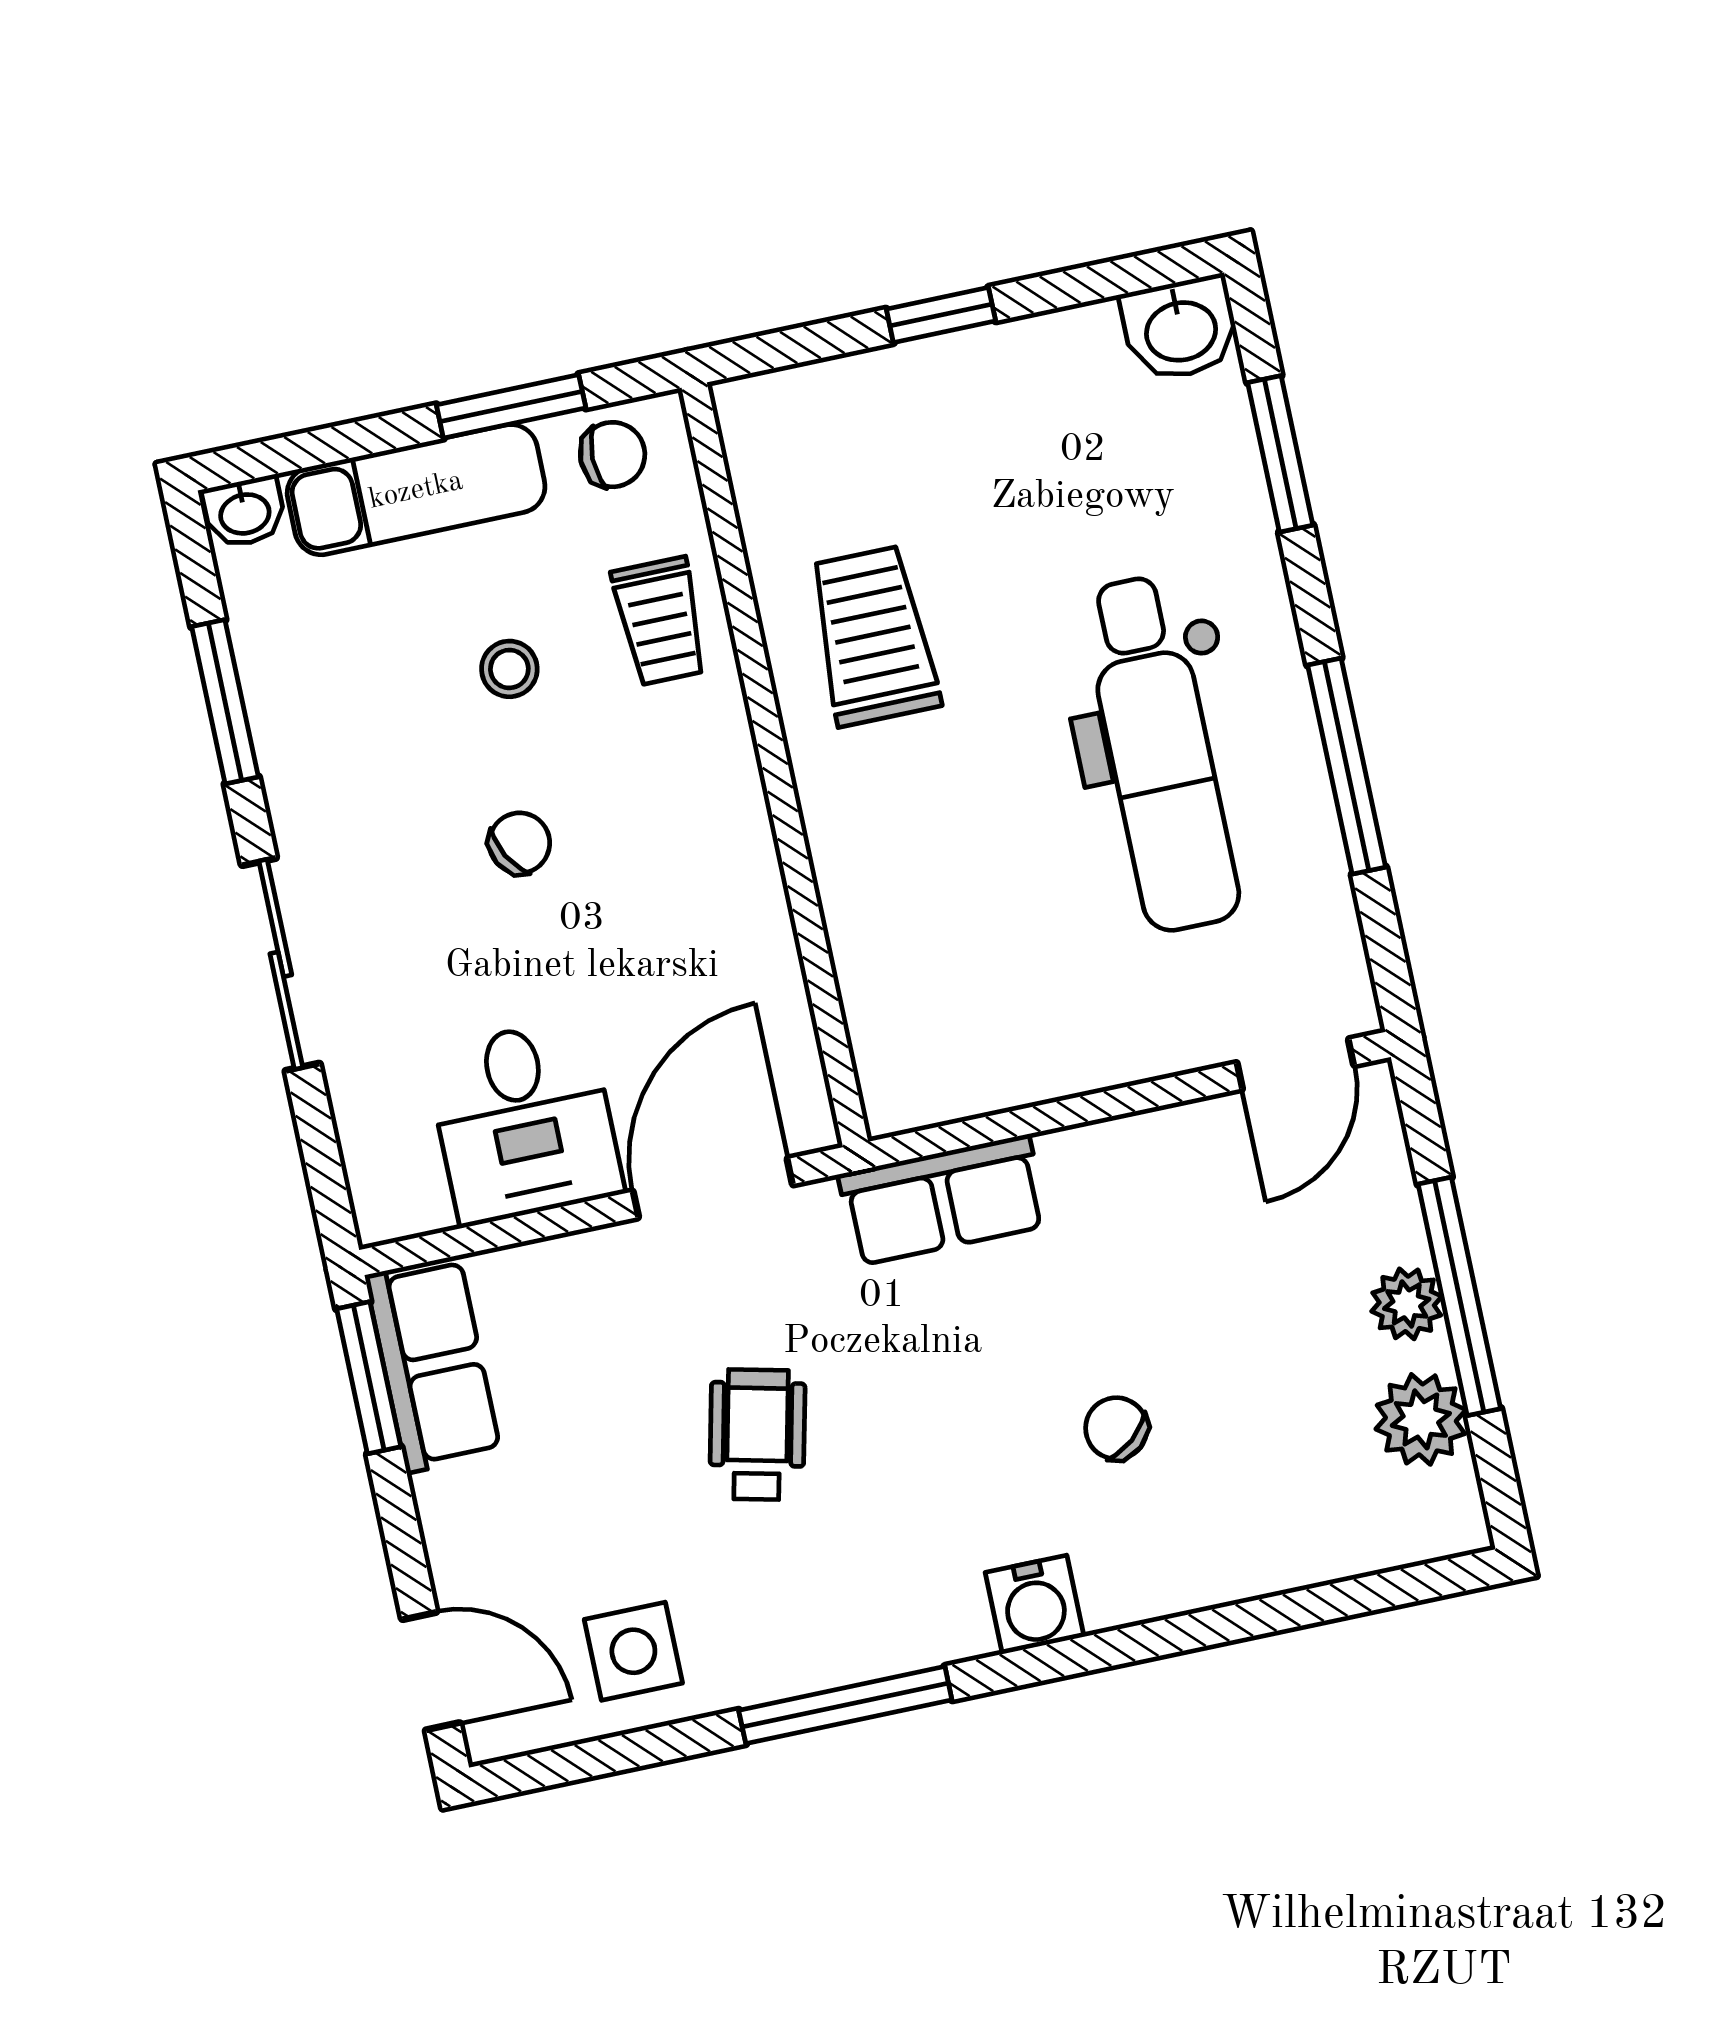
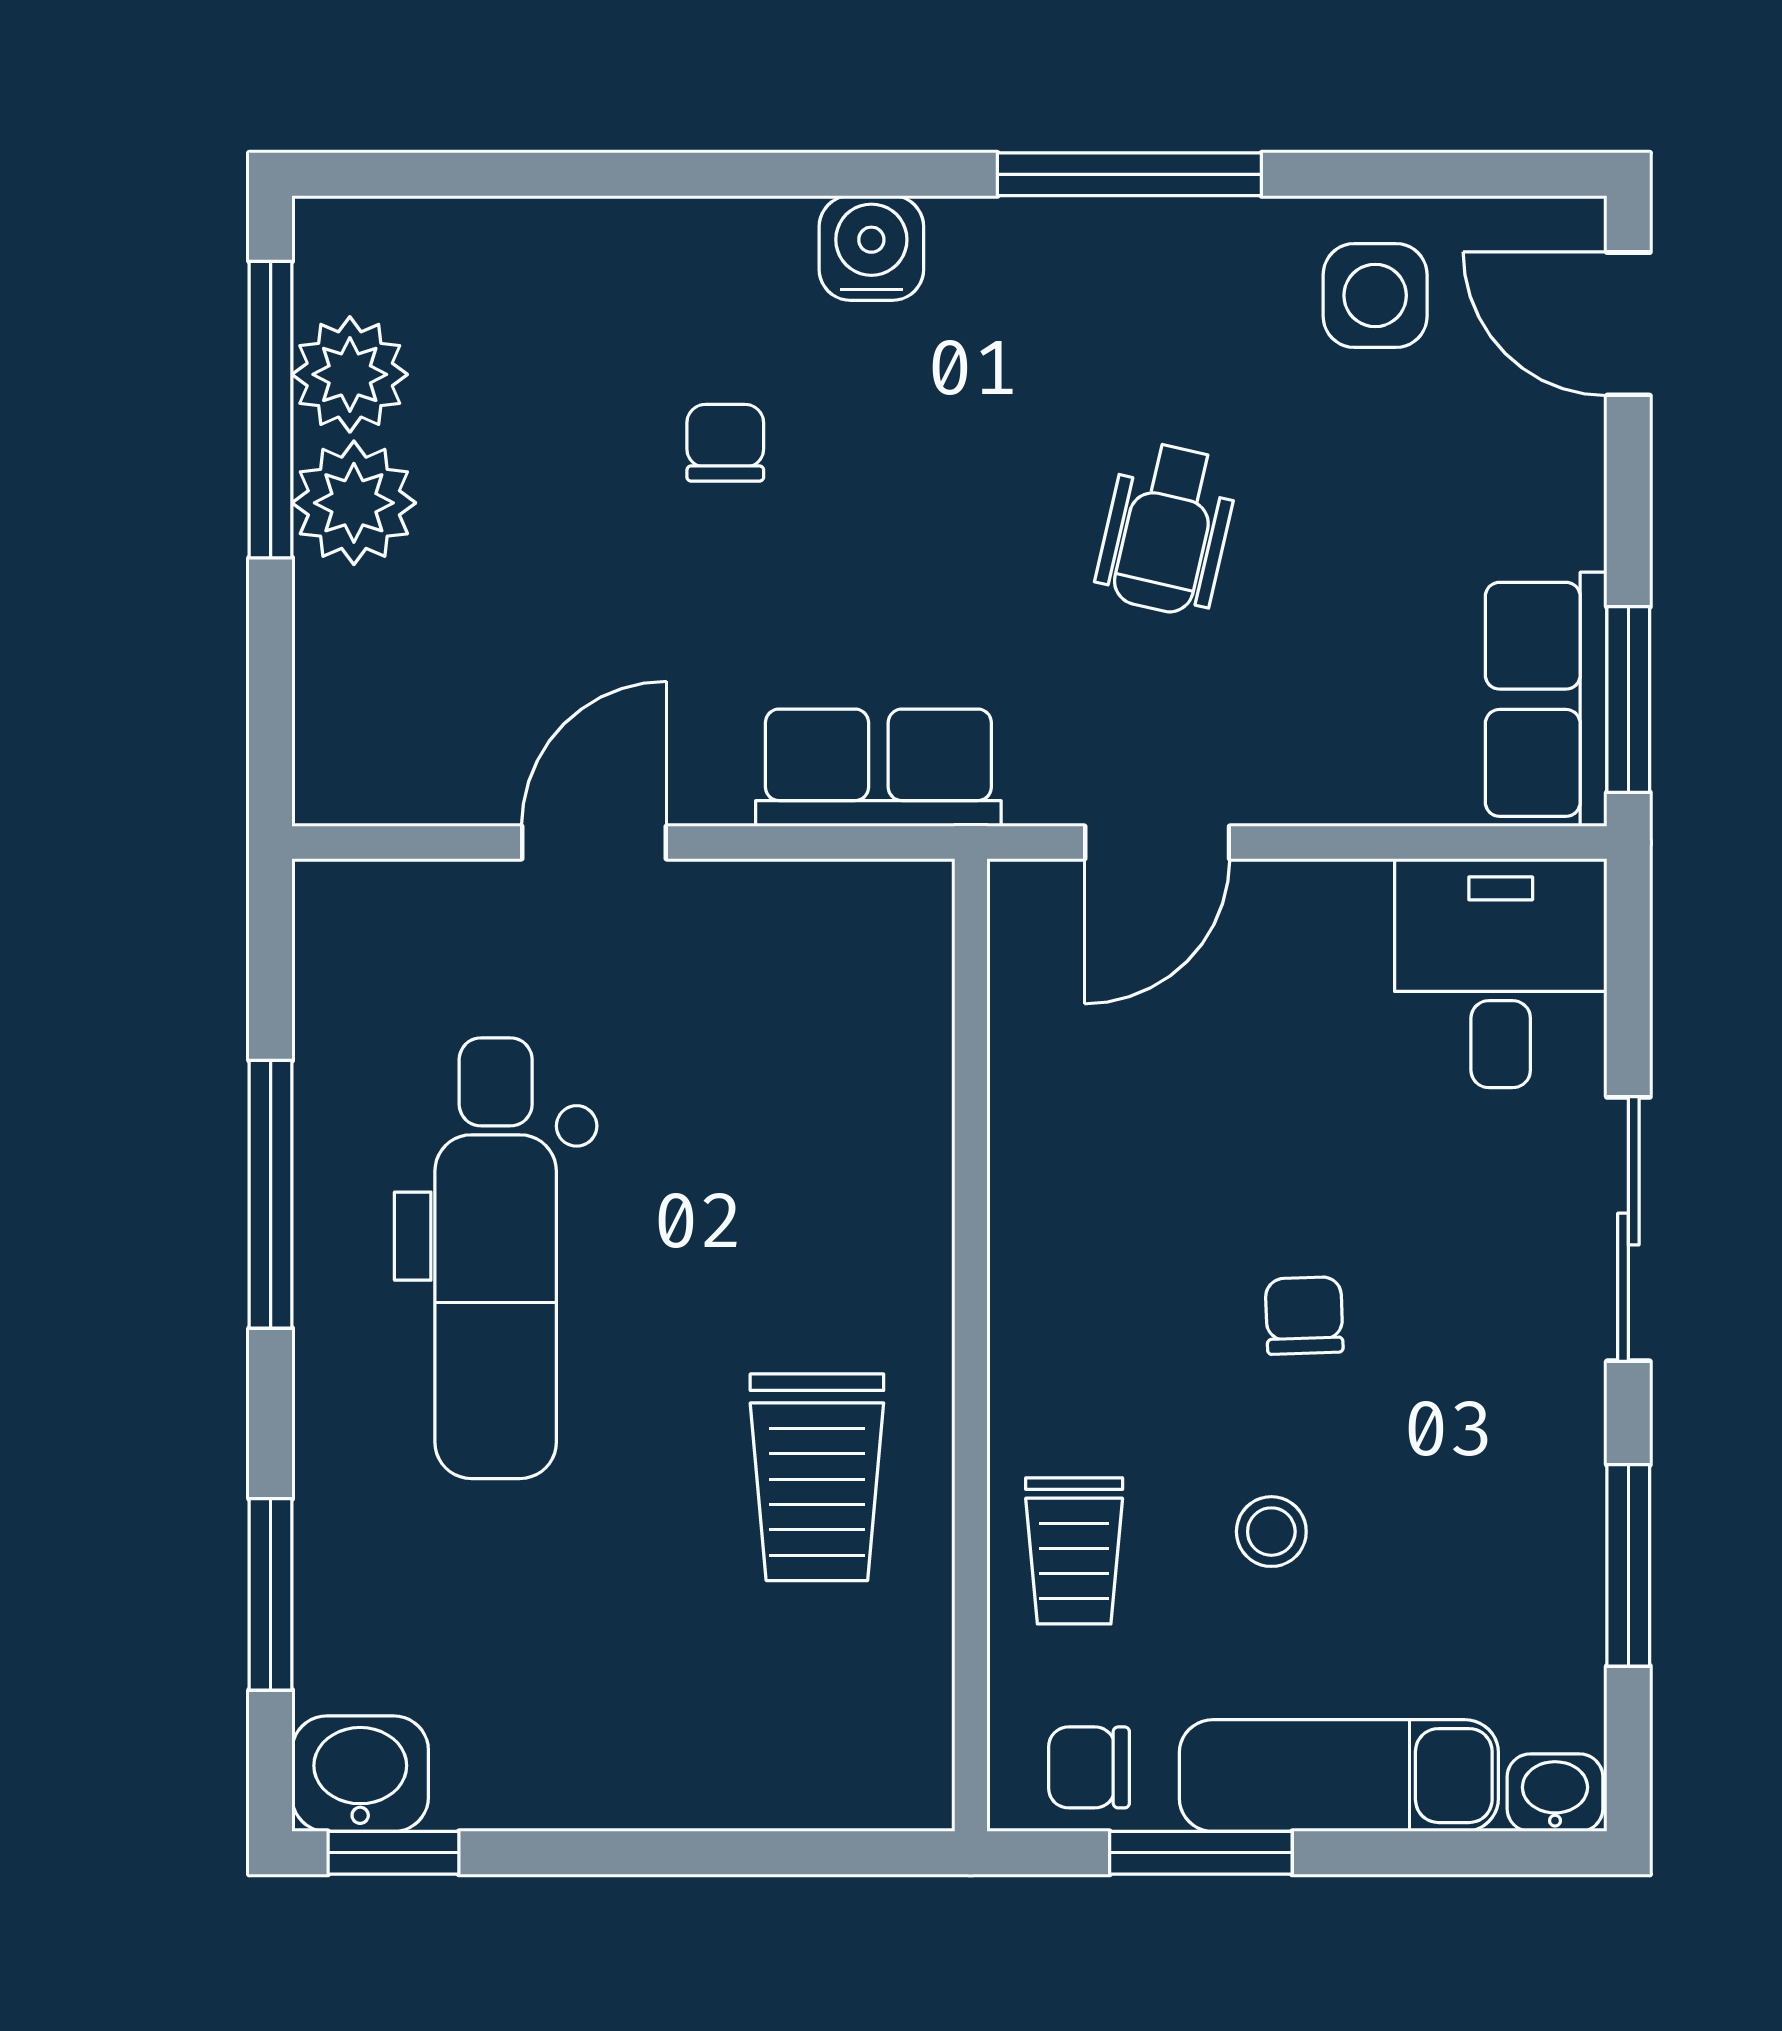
window: (941, 315) -> (393, 1853), moved
trolley: (660, 621) -> (1074, 1551), turned 180
dental chair: (1160, 754) -> (496, 1258), turned 180
chair: (520, 843) -> (1304, 1316), turned 117
door: (1295, 1064) -> (594, 843), moved
desk: (524, 1121) -> (1501, 973), moved
door: (713, 1188) -> (1157, 843), width x0.73
window: (1459, 1296) -> (271, 410), moved
plant: (1407, 1304) -> (354, 503), width x1.38, depth x1.38
chair: (1116, 1428) -> (725, 443), turned -140

